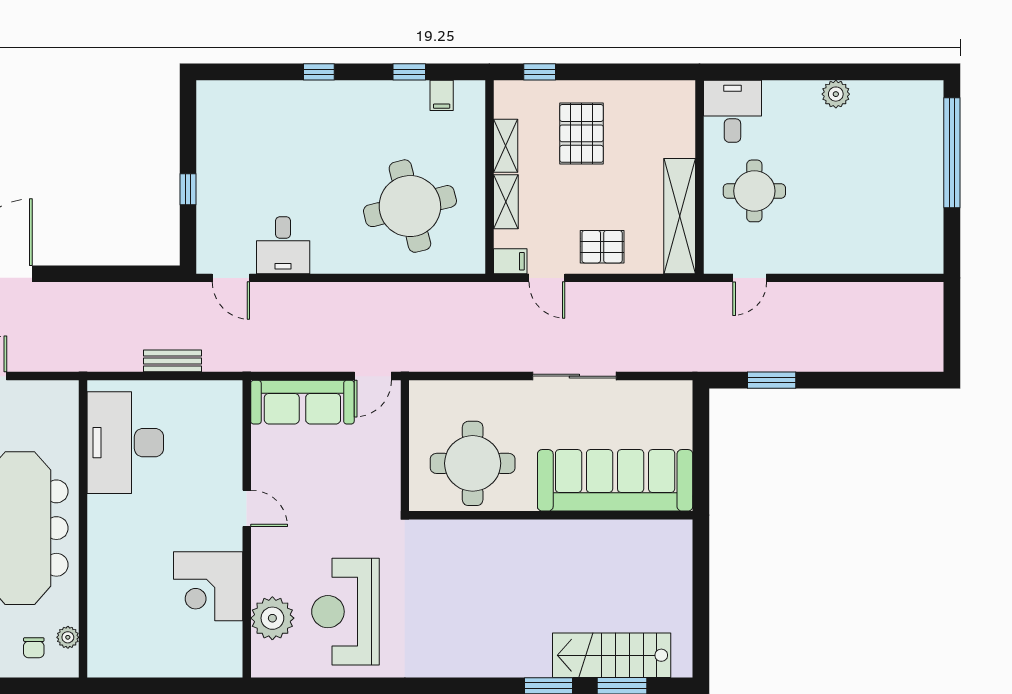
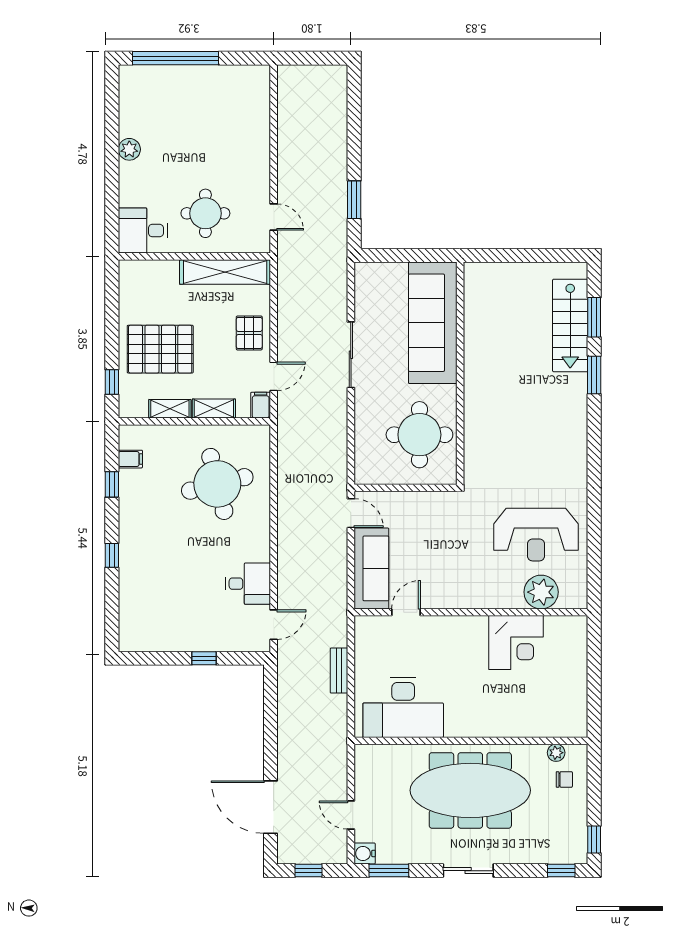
pallet: (582, 133) -> (160, 349), width x1.37, depth x1.41
door: (247, 508) -> (406, 612), moved

